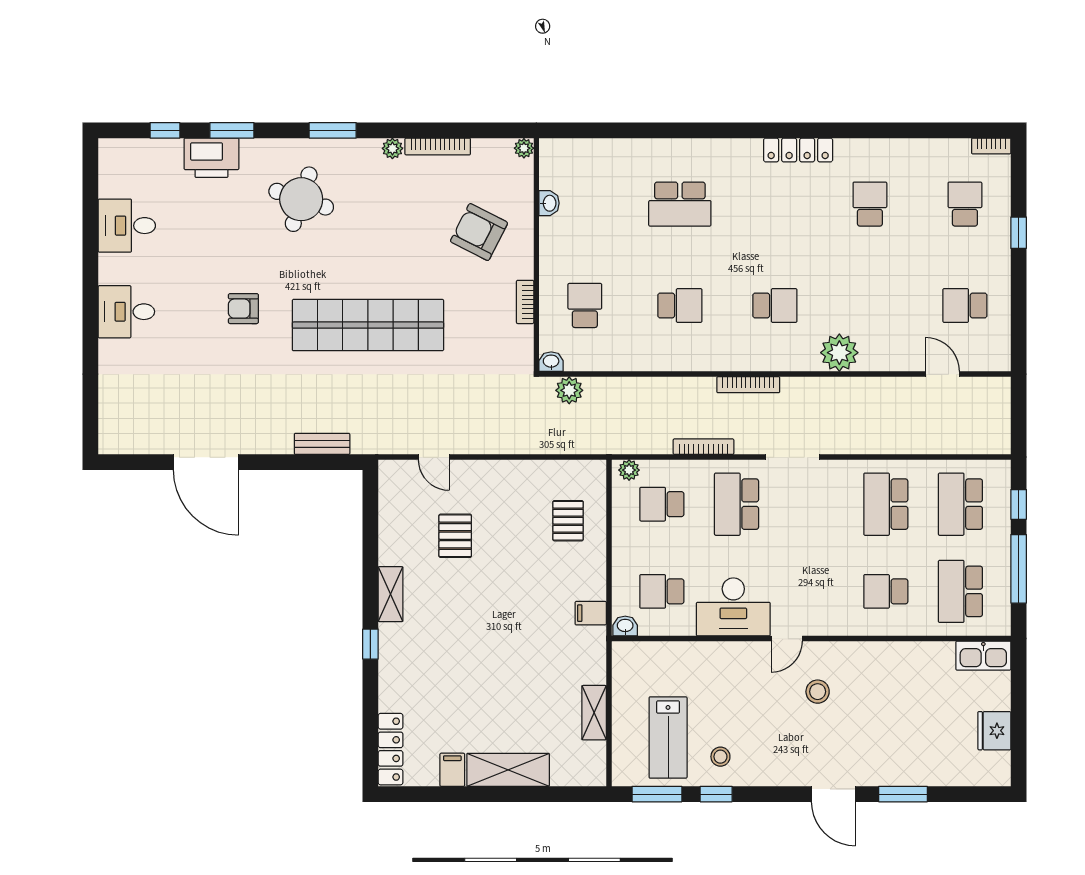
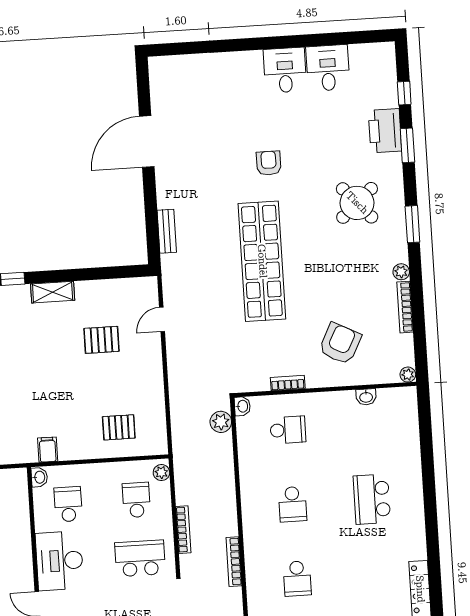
round table: (301, 199) -> (357, 203), turned 30
desk: (126, 312) -> (285, 70), moved

